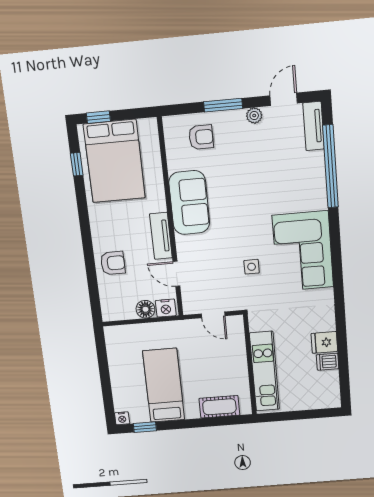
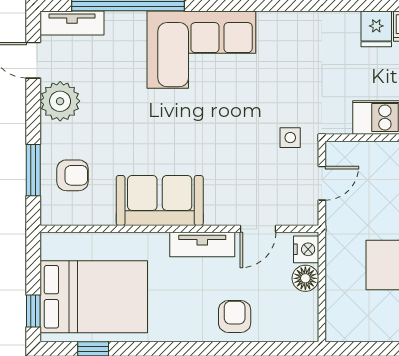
window: (223, 105) -> (33, 170), moved
plant: (254, 116) -> (60, 101), width x1.88, depth x1.88
armchair: (201, 137) -> (73, 175), turned 90
corner sofa: (303, 251) -> (201, 50), moved
side table: (252, 267) -> (290, 138), moved

